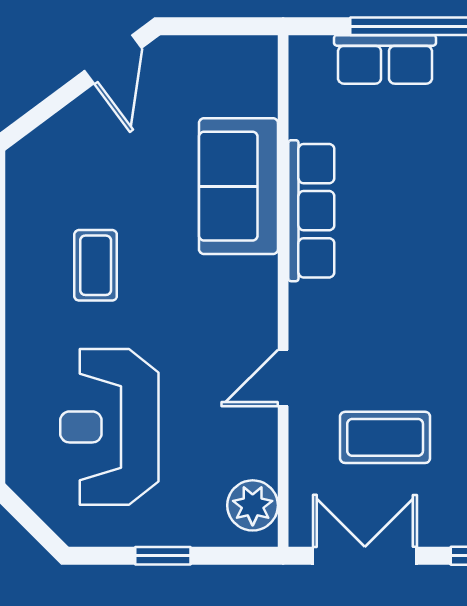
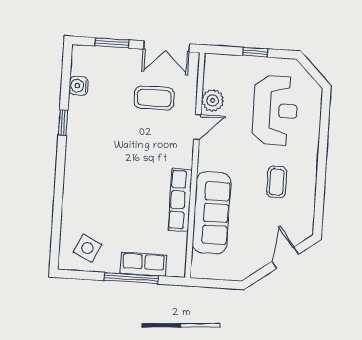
door: (113, 59) -> (285, 258), moved
sofa: (238, 186) -> (212, 213), width x1.36
plant: (253, 505) -> (213, 100), moved

